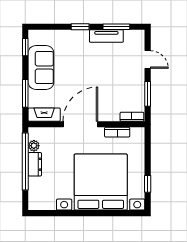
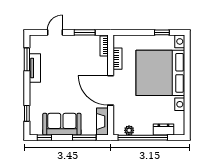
window: (80, 27) -> (27, 113), moved
dresser: (35, 164) -> (163, 129), moved

